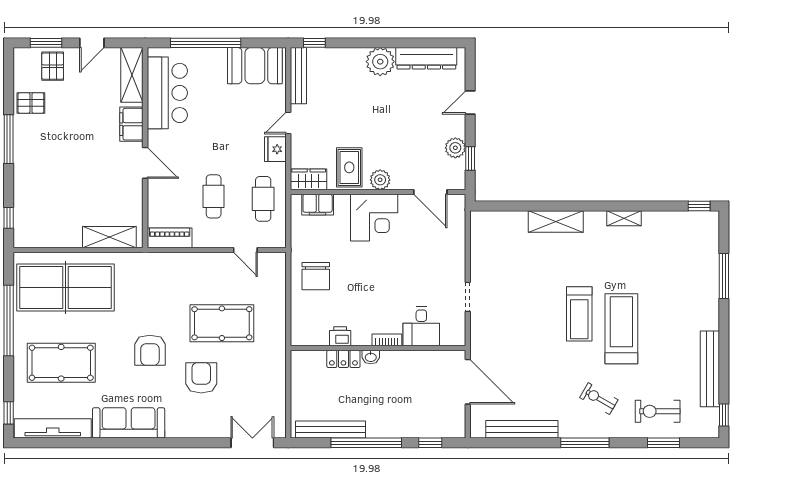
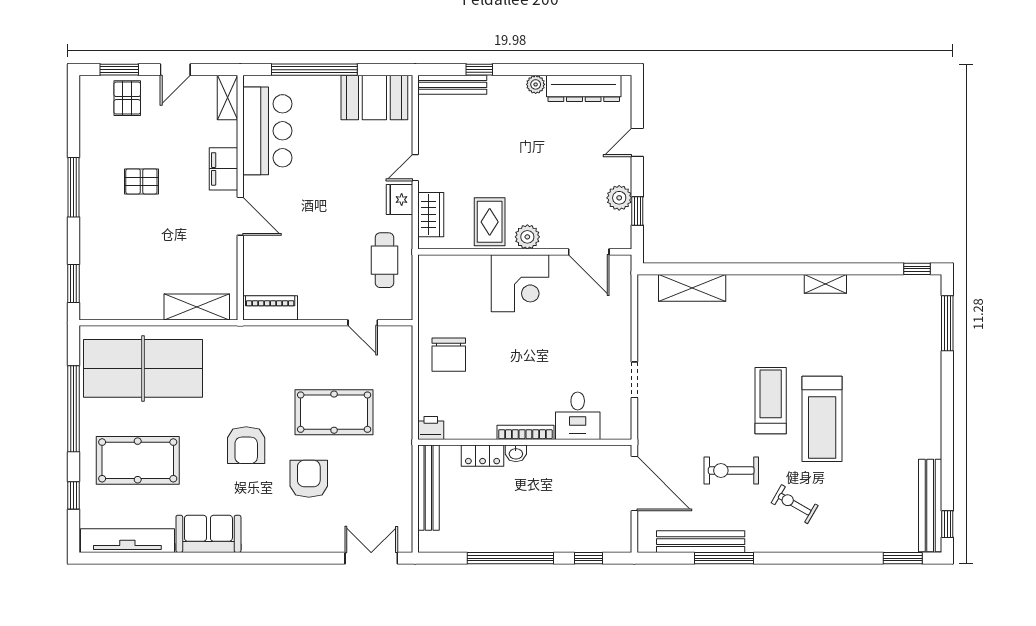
window: (314, 43) -> (479, 70), moved
plant: (380, 62) -> (536, 84), width x0.53, depth x0.53
shelving: (132, 75) -> (228, 98), width x0.67, depth x0.75
bench: (298, 76) -> (452, 85), moved, turned 90
pallet: (31, 103) -> (141, 181), moved
wardrobe: (309, 179) -> (431, 215), moved, turned 90
cafe table: (214, 196) -> (324, 257), removed
filing cabinet: (318, 205) -> (451, 267), removed
window: (9, 218) -> (74, 283), width x1.50
shelving: (556, 222) -> (692, 288), moved
window: (724, 276) -> (947, 323), moved
treadmill: (579, 314) -> (771, 401), turned 180
treadmill: (621, 329) -> (822, 419), turned 180
printer: (340, 336) -> (431, 428), moved
bookcase: (387, 340) -> (525, 432), width x1.56
bench: (710, 369) -> (930, 505), moved
exercise bike: (658, 411) -> (731, 470), moved
window: (9, 413) -> (74, 495), moved
sofa: (129, 423) -> (208, 534), width x0.73
bench: (331, 430) -> (428, 488), moved, turned 90
window: (585, 443) -> (724, 558), moved
window: (663, 443) -> (903, 558), moved

